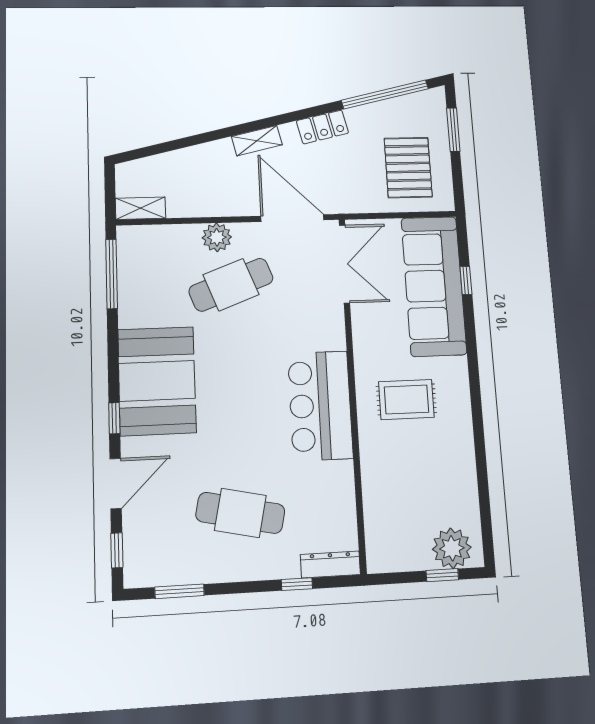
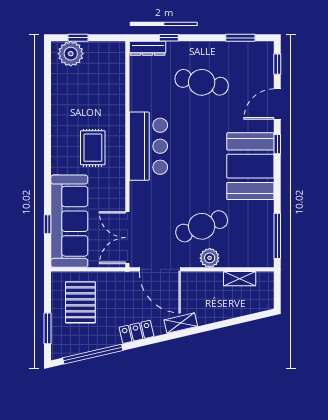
shelving: (140, 208) -> (240, 279), moved
rug: (406, 400) -> (93, 148), turned 90

